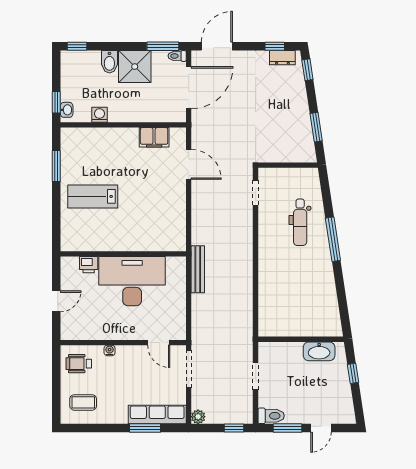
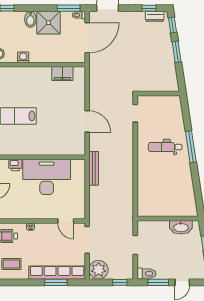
window: (316, 127) -> (177, 52), moved
door: (189, 164) -> (87, 121), moved
dental chair: (300, 222) -> (165, 147), moved, turned 90
row of seats: (157, 414) -> (57, 273), width x1.36
plant: (198, 417) -> (99, 270), width x1.88, depth x1.88

